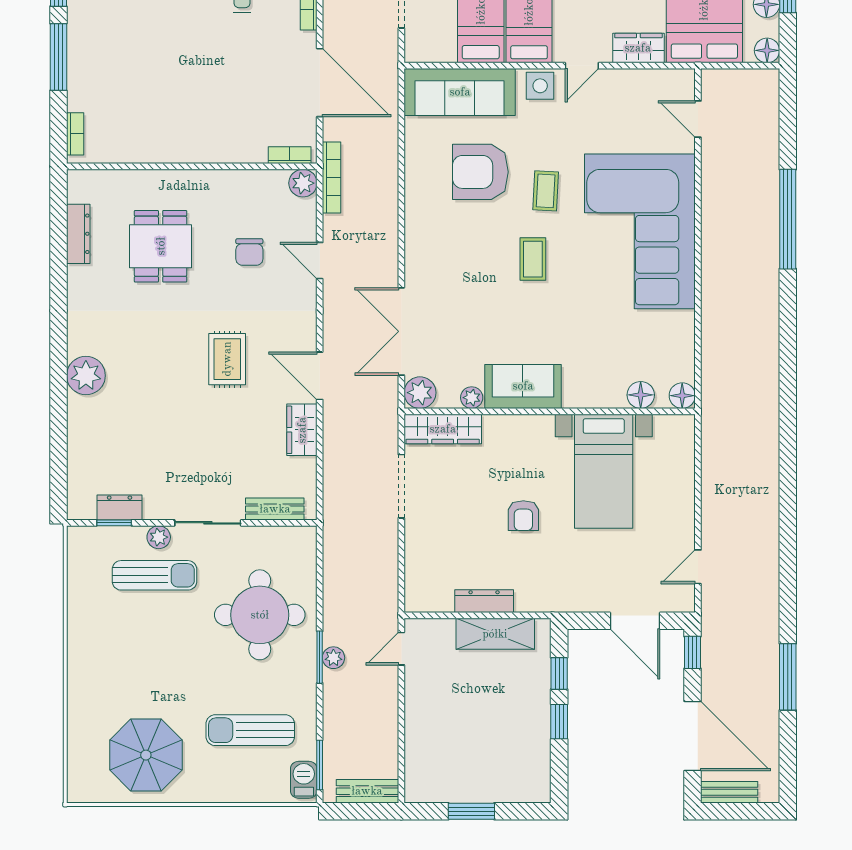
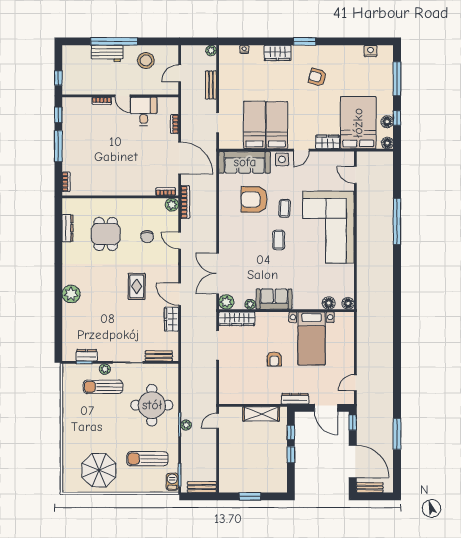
sun lounger: (154, 575) -> (103, 387), turned 180
dresser: (484, 601) -> (295, 399), moved

